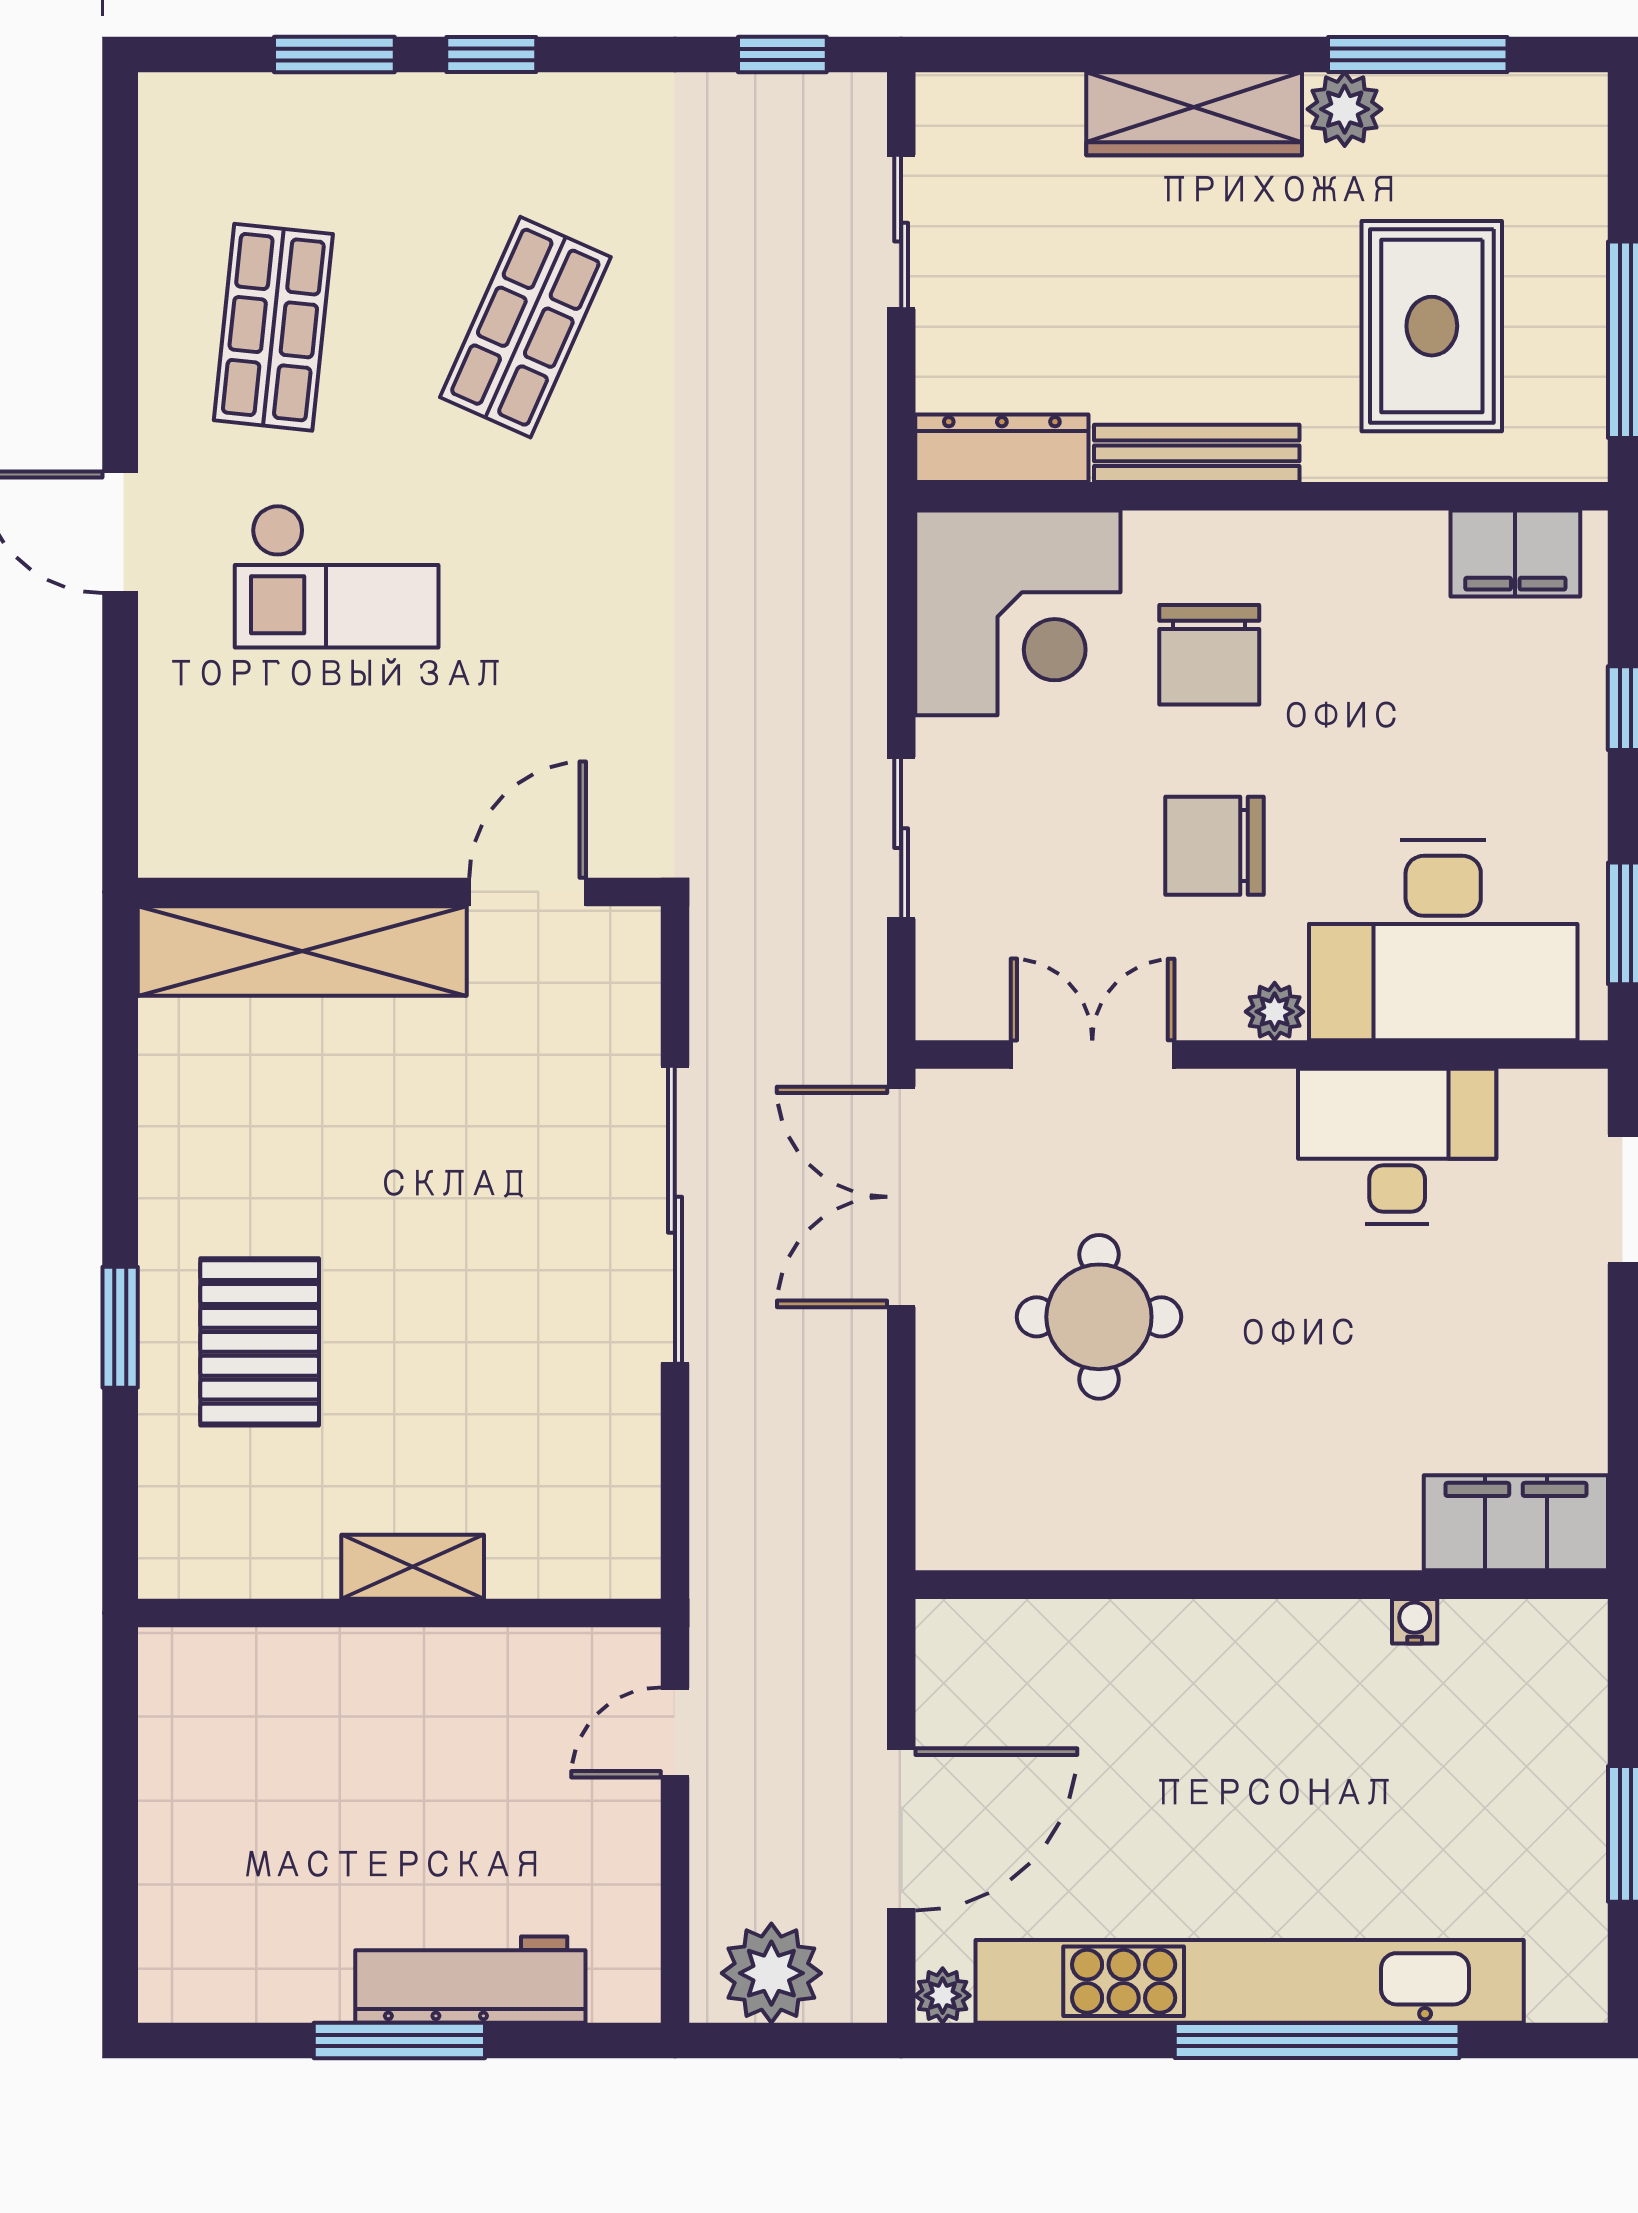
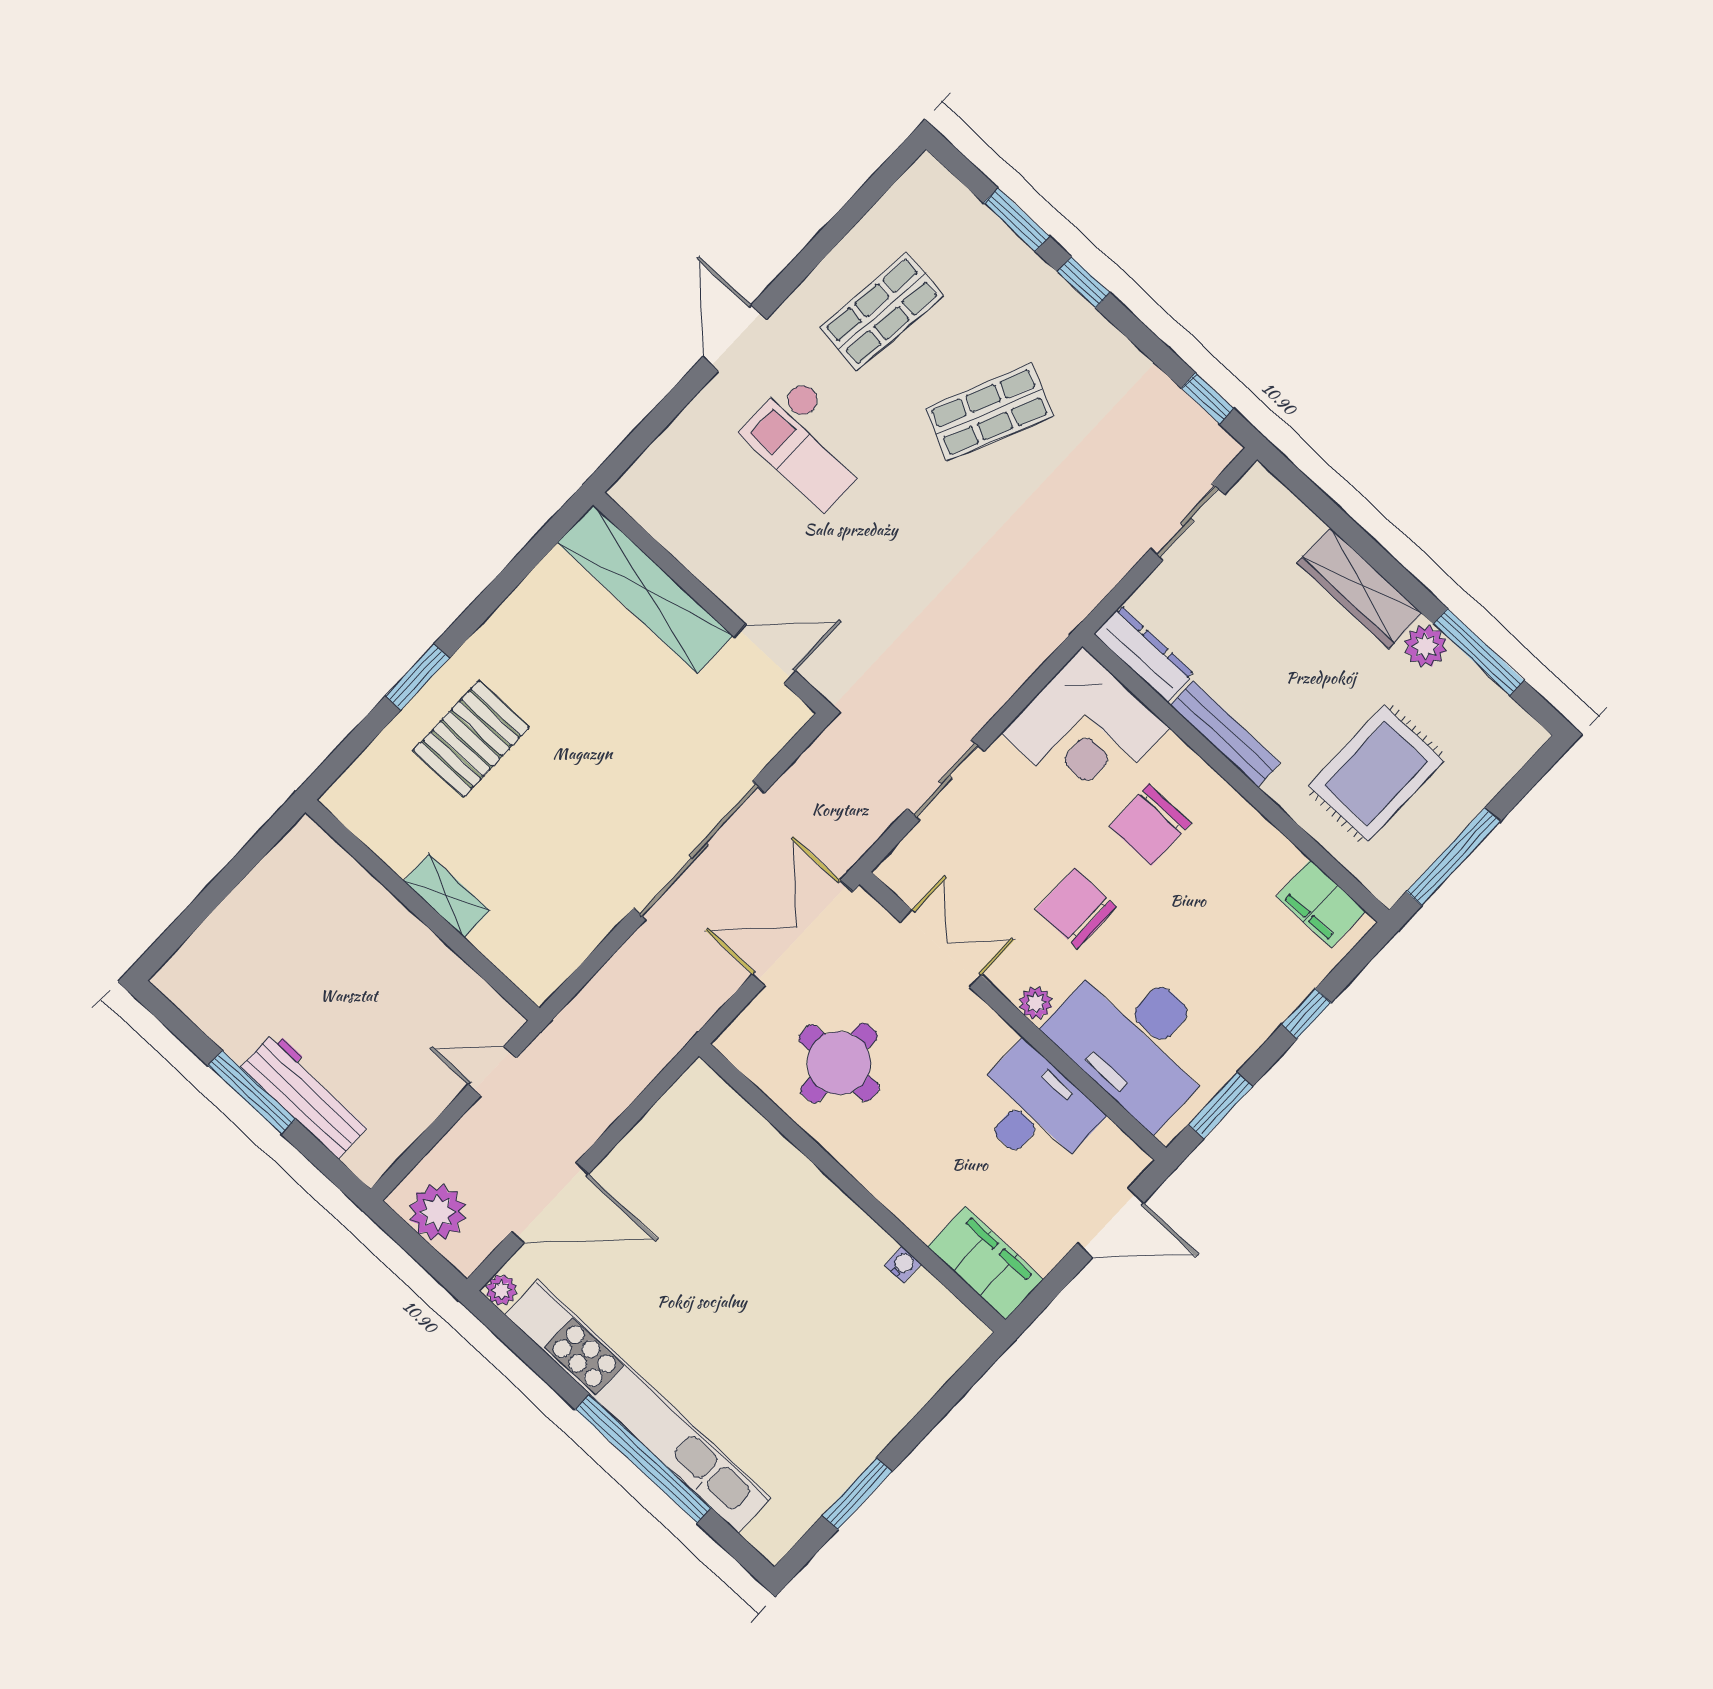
filing cabinet: (1516, 1523) -> (985, 1263), moved
wall: (1262, 1585) -> (852, 1188), moved
water cooler: (1415, 1621) -> (903, 1265), moved

